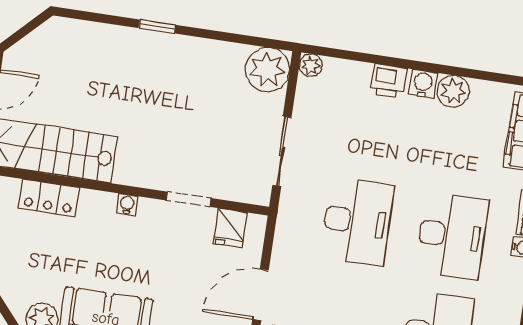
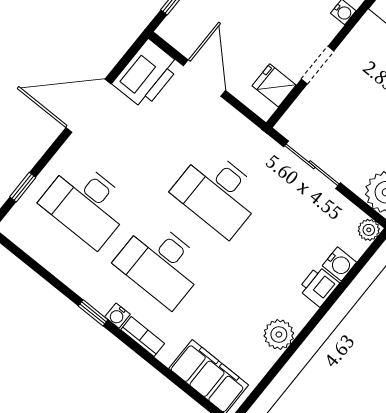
water cooler: (423, 84) -> (339, 264), moved

